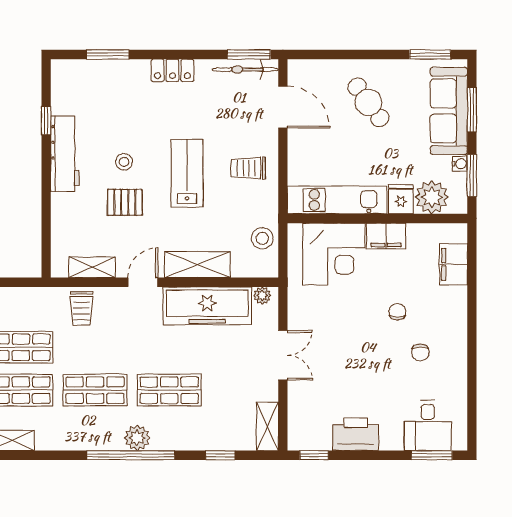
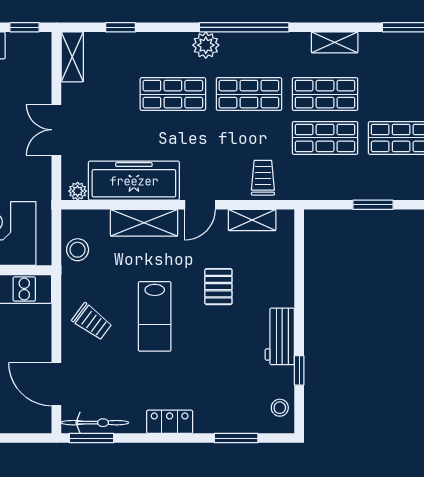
workbench: (65, 154) -> (280, 336), width x0.73
stool: (124, 162) -> (280, 408), moved
trolley: (248, 168) -> (92, 322), turned 37
pallet: (125, 202) -> (218, 287), turned 90
window: (131, 455) -> (244, 27), moved

